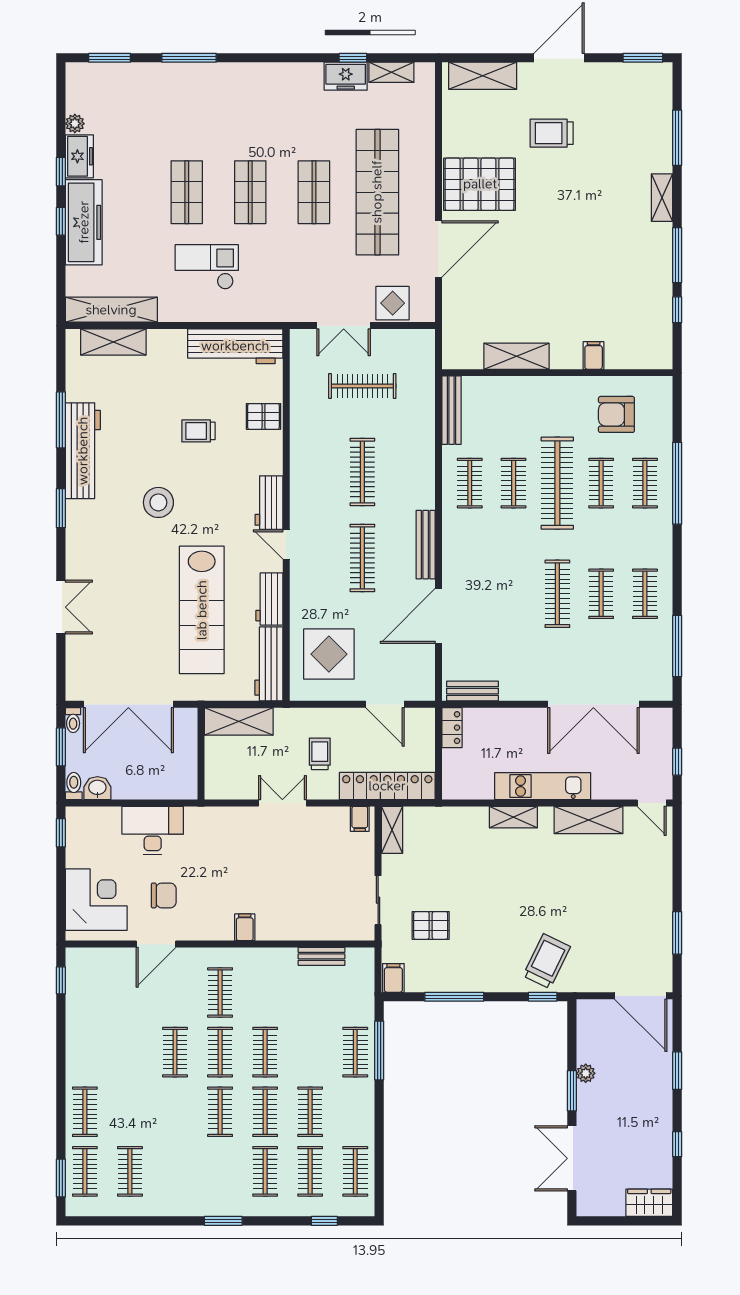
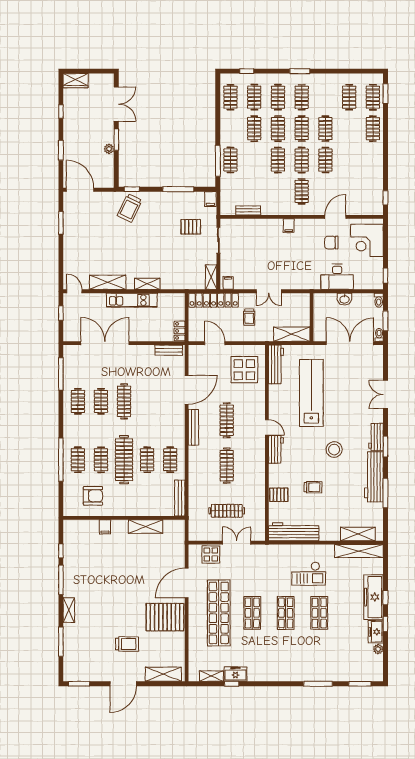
workbench: (269, 599) -> (376, 437), moved, turned 180
washbasin: (97, 788) -> (344, 299), moved
clothes rail: (175, 1112) -> (325, 129), added
clothes rail: (220, 1171) -> (302, 97), added

